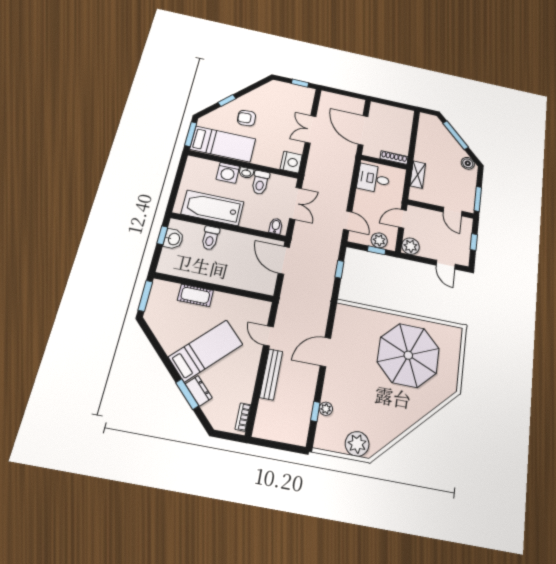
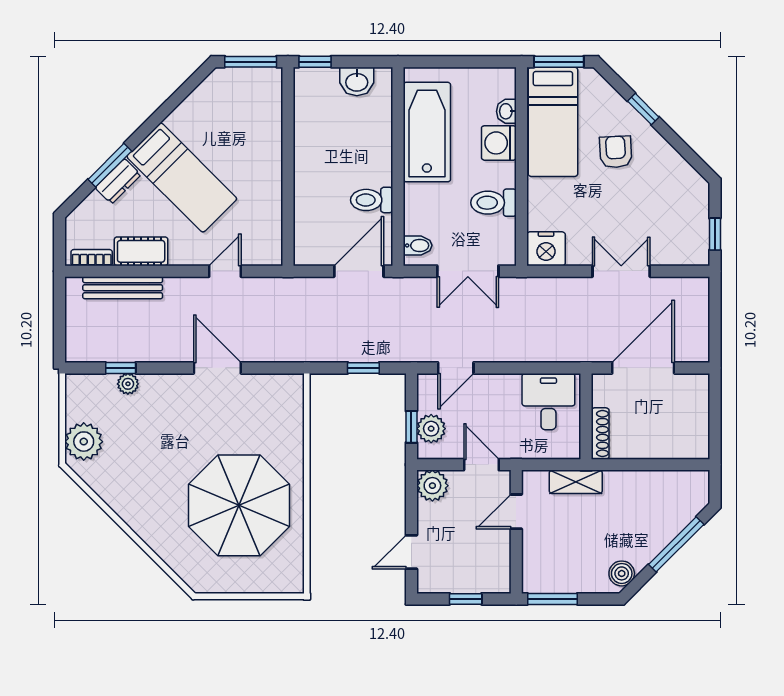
washbasin: (246, 173) -> (506, 111), moved
door: (452, 212) -> (516, 512), moved
window: (162, 235) -> (315, 62), moved
toilet: (210, 238) -> (372, 200), moved
cot: (195, 295) -> (141, 251), moved, turned 90
bench: (271, 374) -> (123, 288), moved

